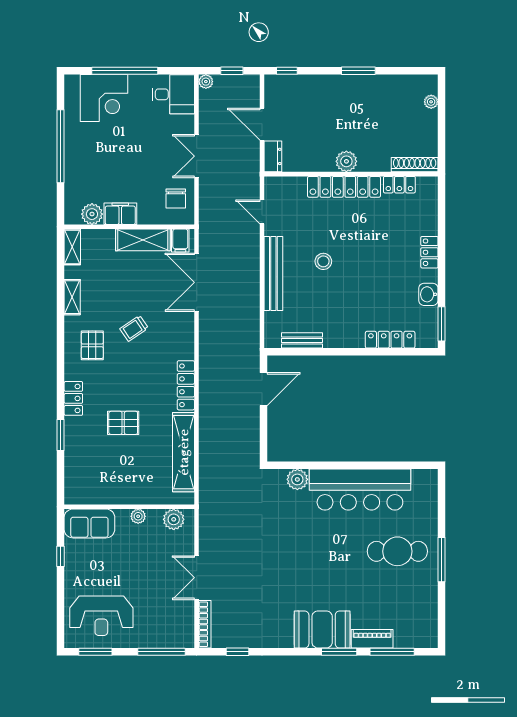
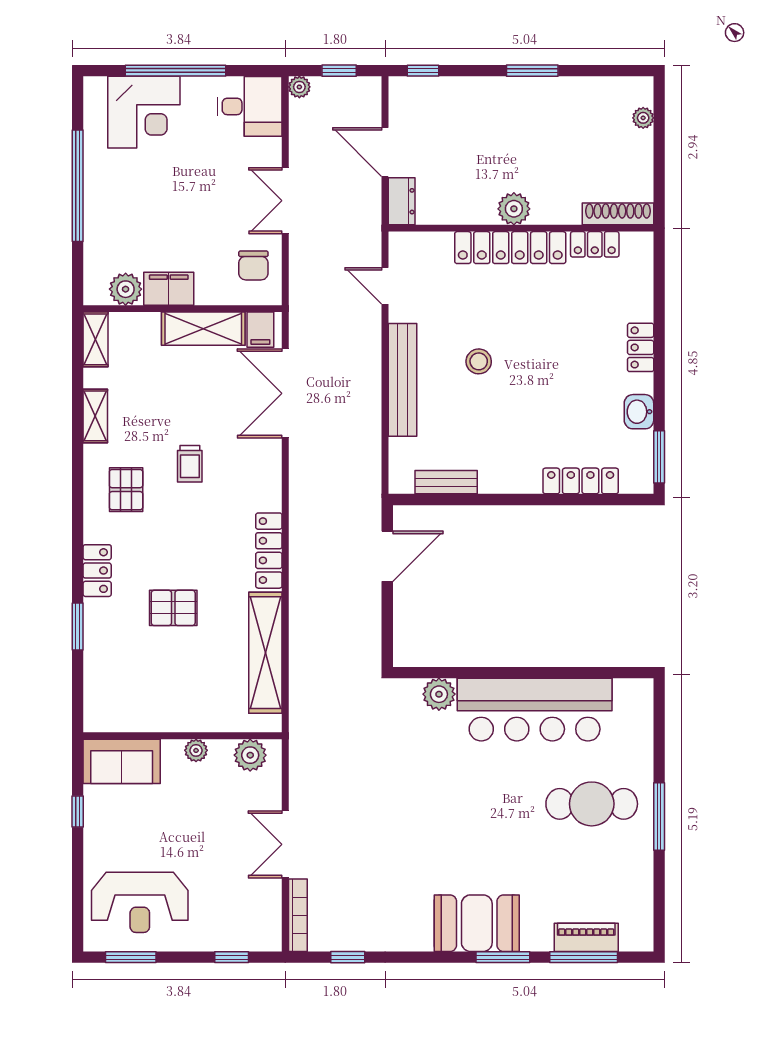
trolley: (134, 328) -> (190, 464), turned -56
piano: (372, 639) -> (586, 937), moved
window: (161, 652) -> (232, 957), width x0.46

